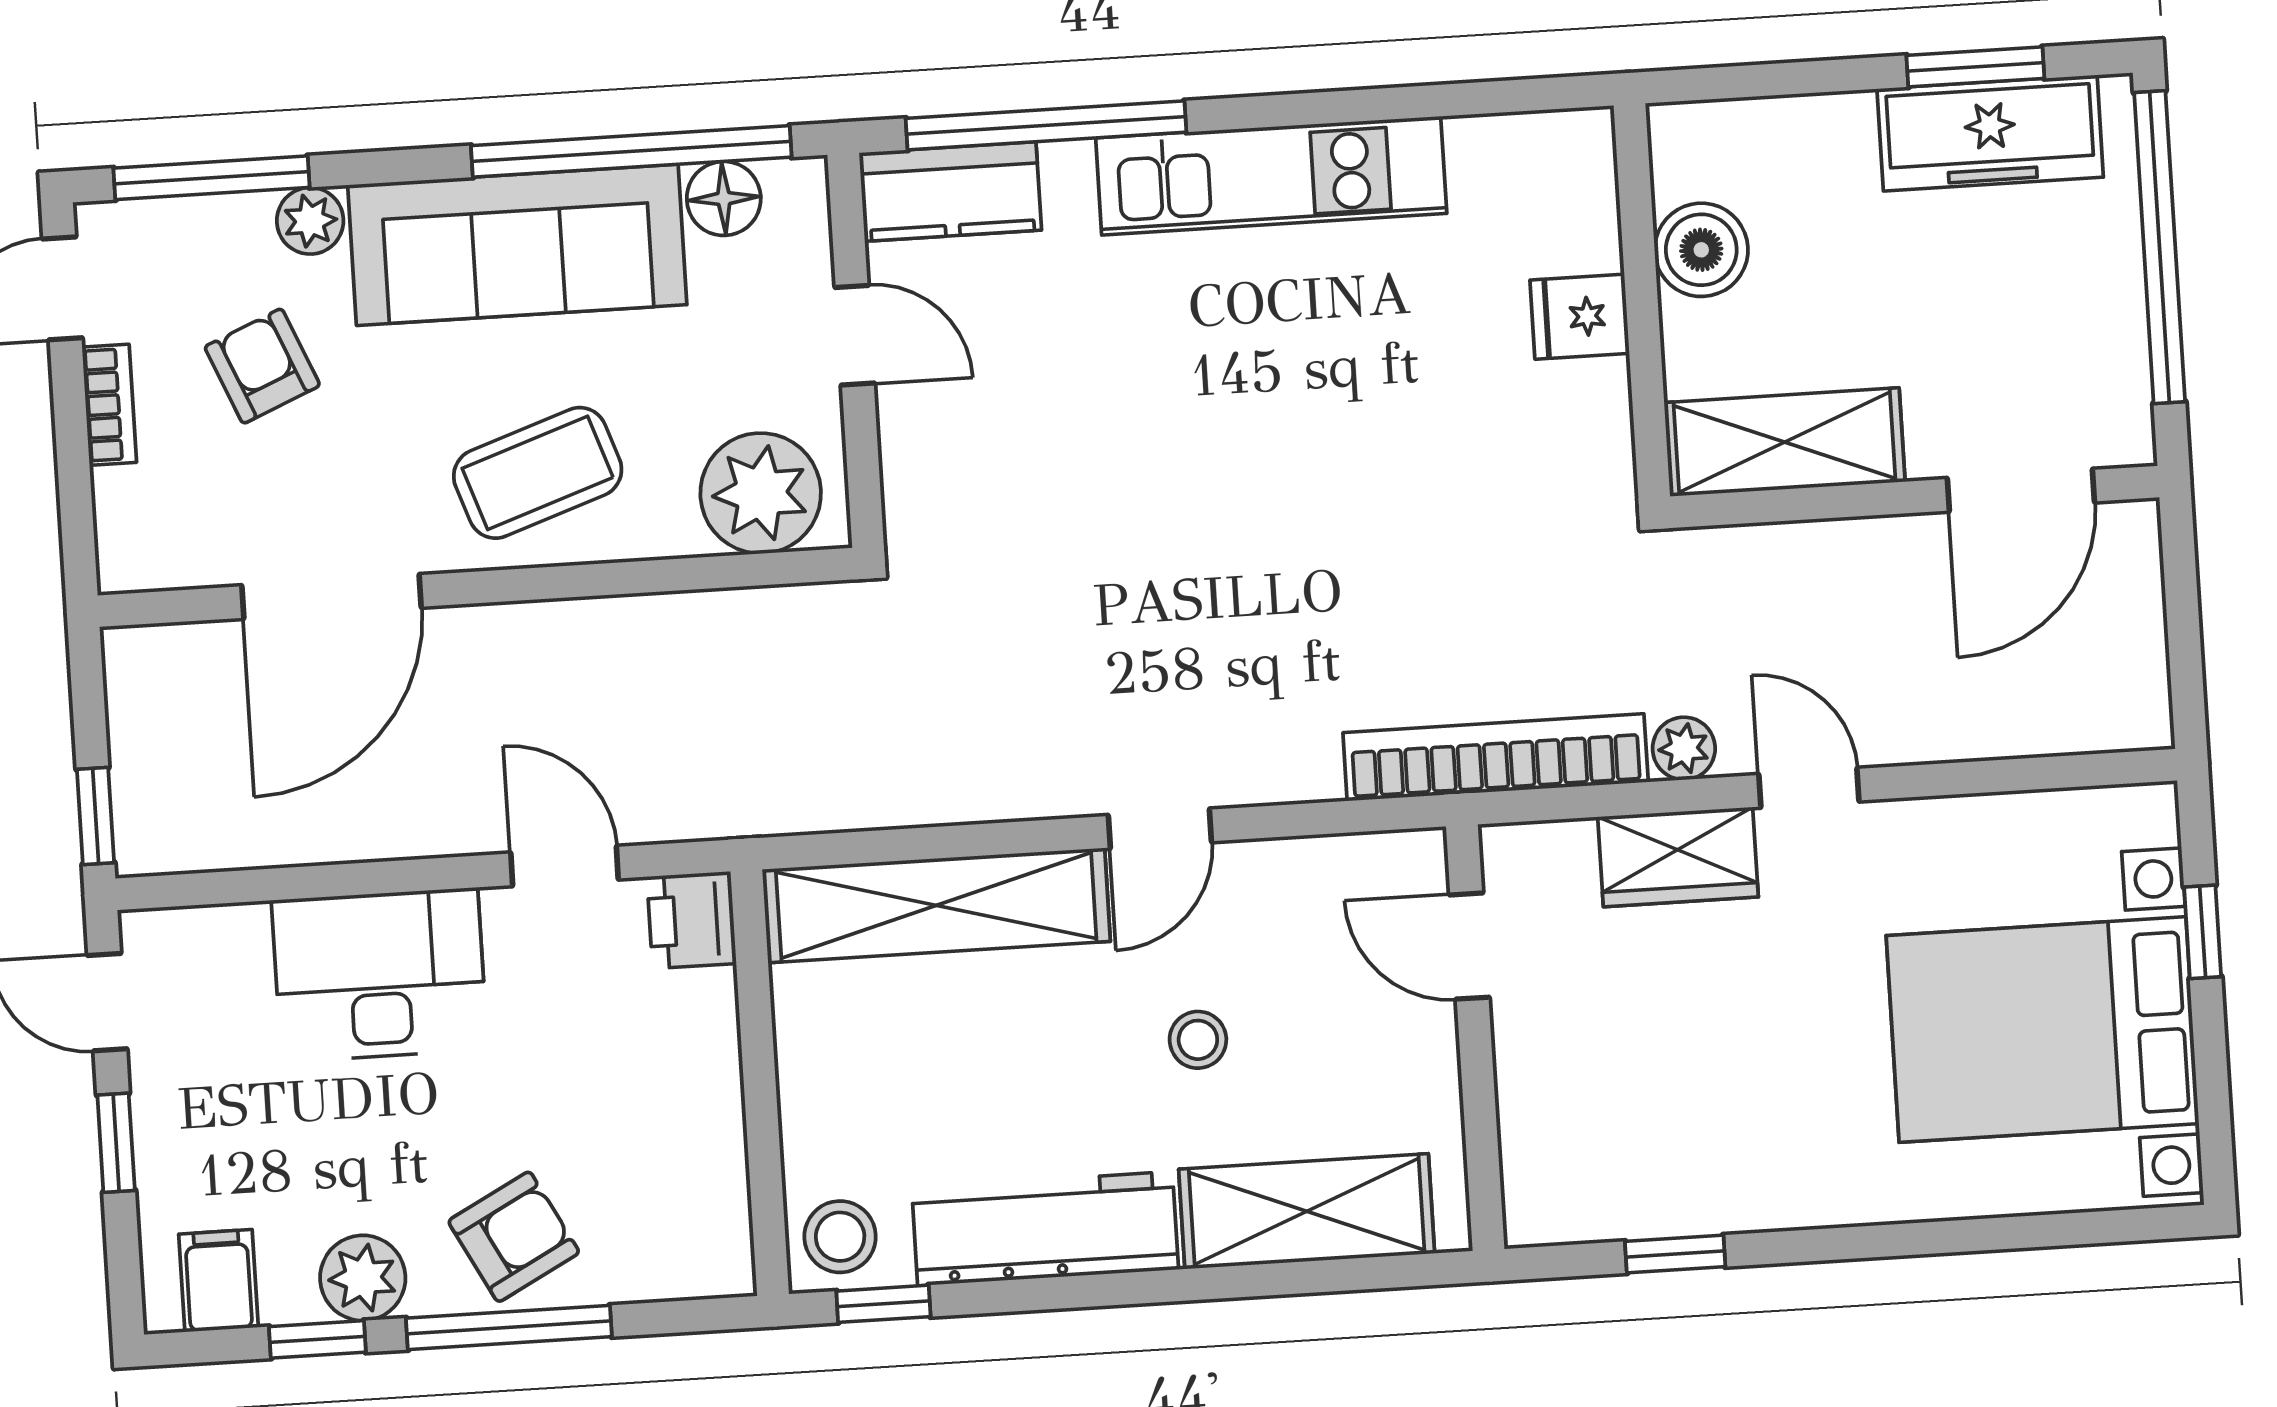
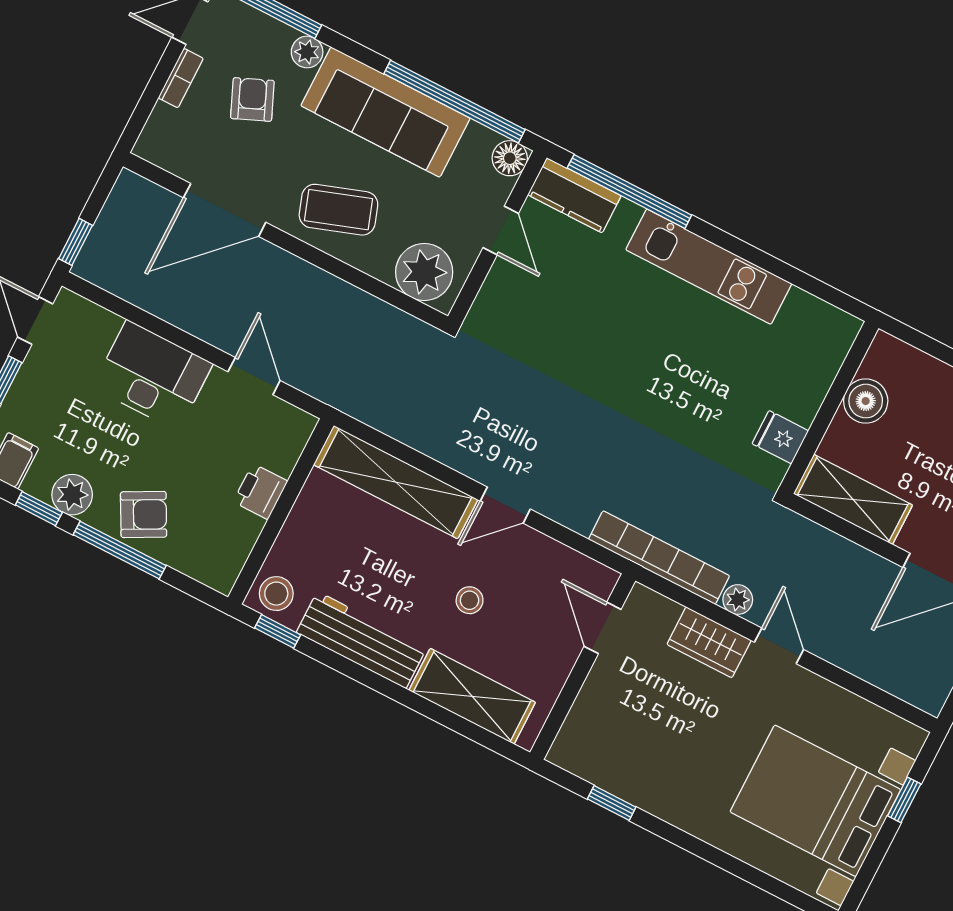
floor lamp: (724, 198) -> (510, 158), moved
fridge: (1580, 317) -> (780, 437), moved
printer: (692, 920) -> (260, 491), moved

